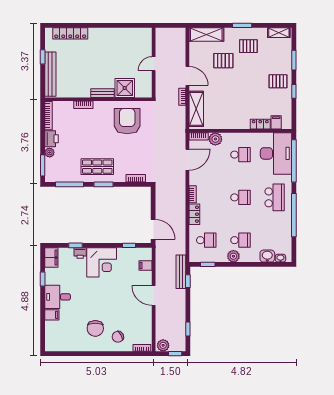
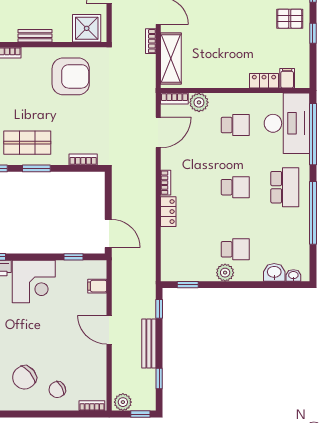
shower: (125, 88) -> (87, 28), moved
armchair: (127, 121) -> (71, 76), turned 90
school desk: (206, 240) -> (186, 249), removed
bench: (181, 272) -> (149, 344), moved
chair: (95, 328) -> (24, 377), turned 50

